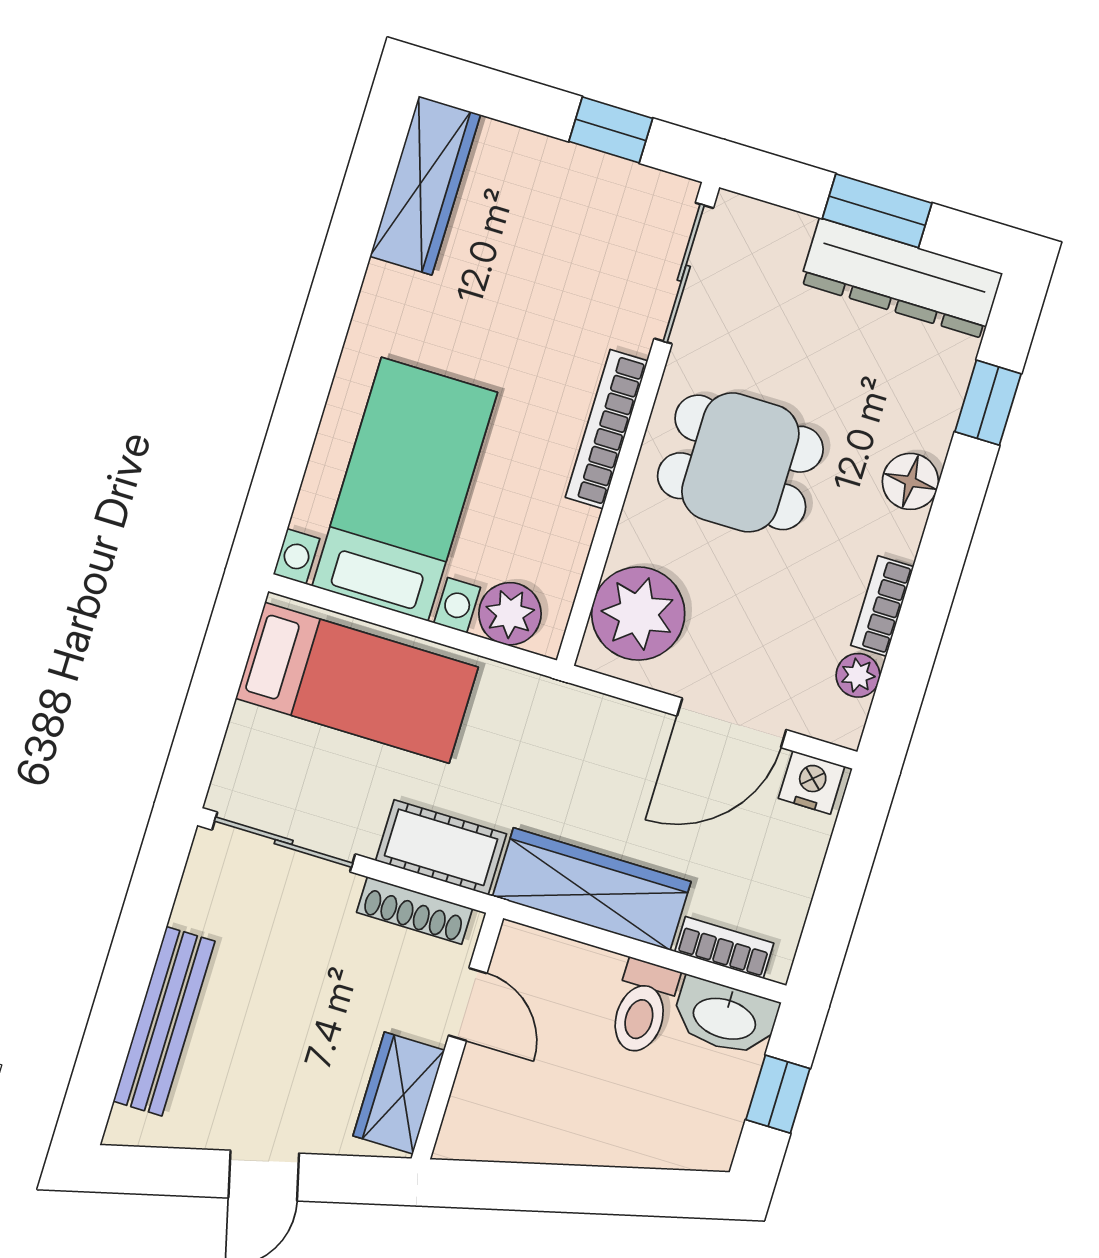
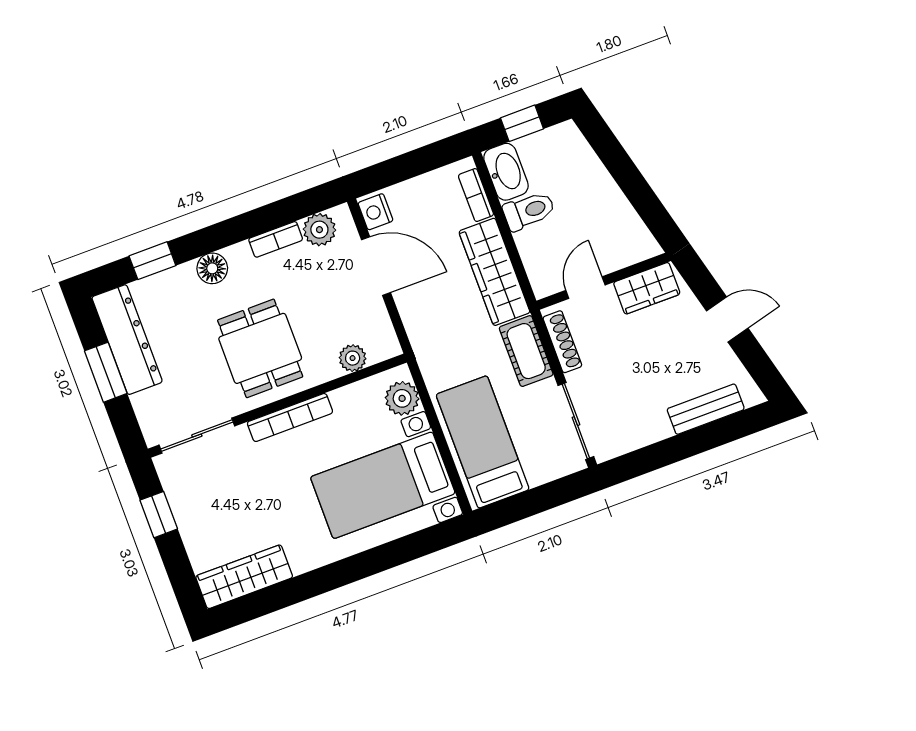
plant: (638, 614) -> (353, 358), width x0.53, depth x0.53
plant: (858, 675) -> (319, 230), width x1.38, depth x1.38
bench: (164, 1021) -> (706, 409), width x0.73

